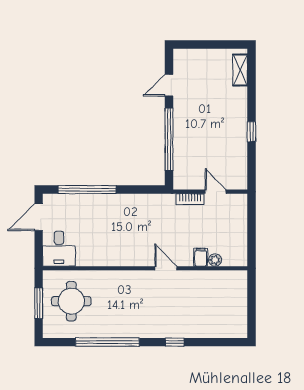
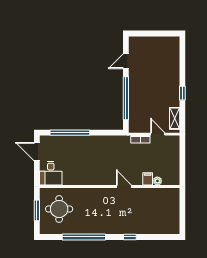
shelving: (240, 70) -> (175, 118), moved
door: (39, 217) -> (37, 152), hinge flipped

